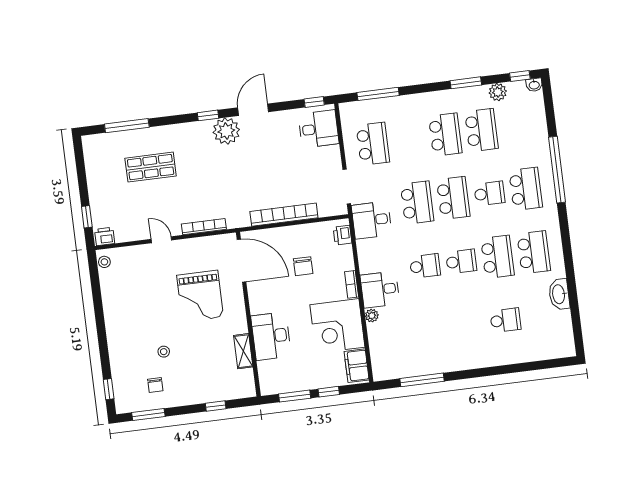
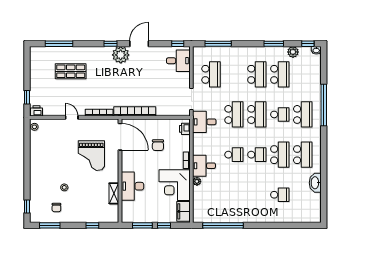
bookcase: (284, 215) -> (135, 111), moved
window: (422, 380) -> (223, 225), width x1.46

